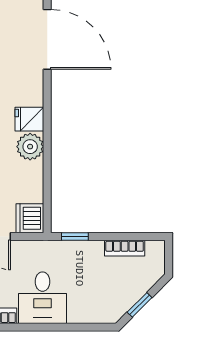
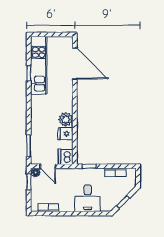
fridge: (29, 119) -> (65, 134), moved
desk: (42, 298) -> (88, 198), moved

